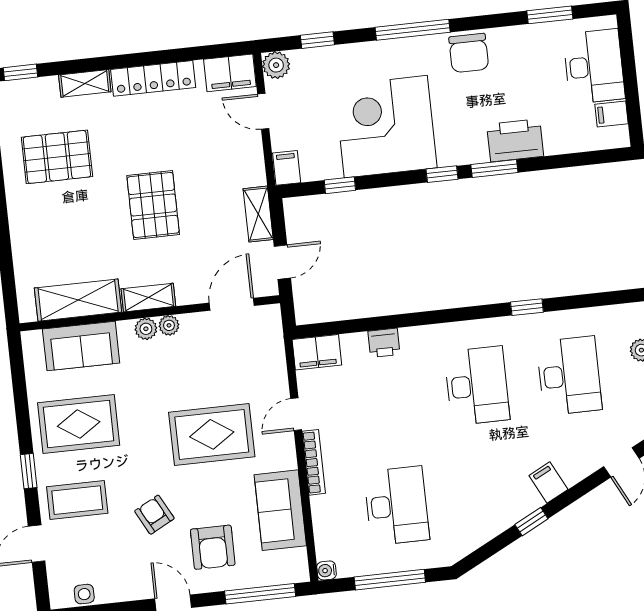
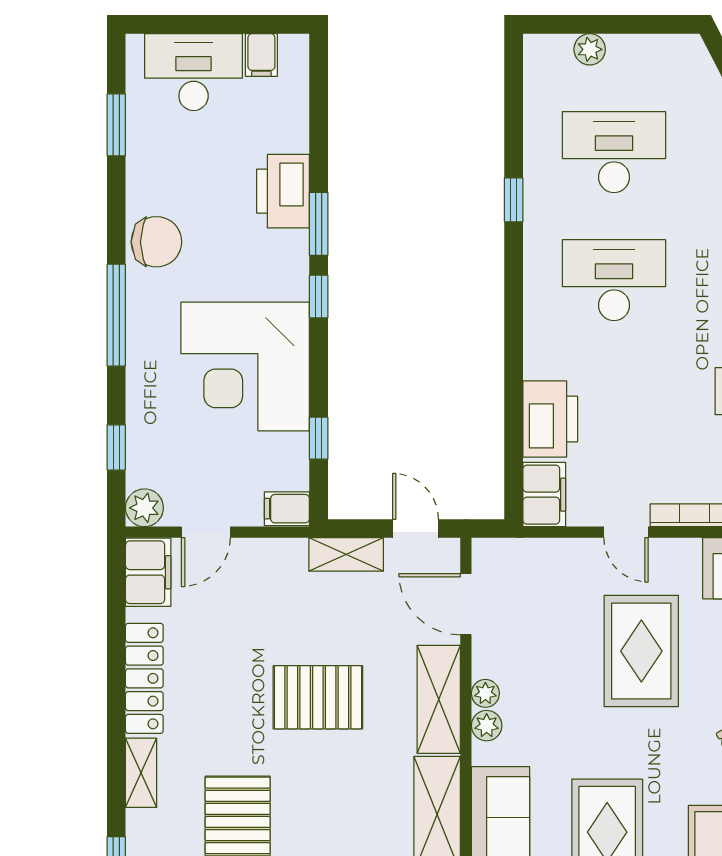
shelving: (148, 298) -> (439, 699), width x1.50, depth x1.33
printer: (384, 343) -> (550, 419), width x1.87, depth x1.48

